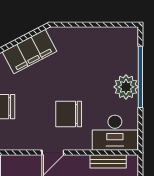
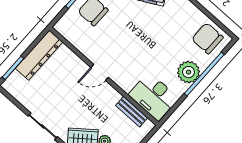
chair: (69, 114) -> (207, 38), moved

